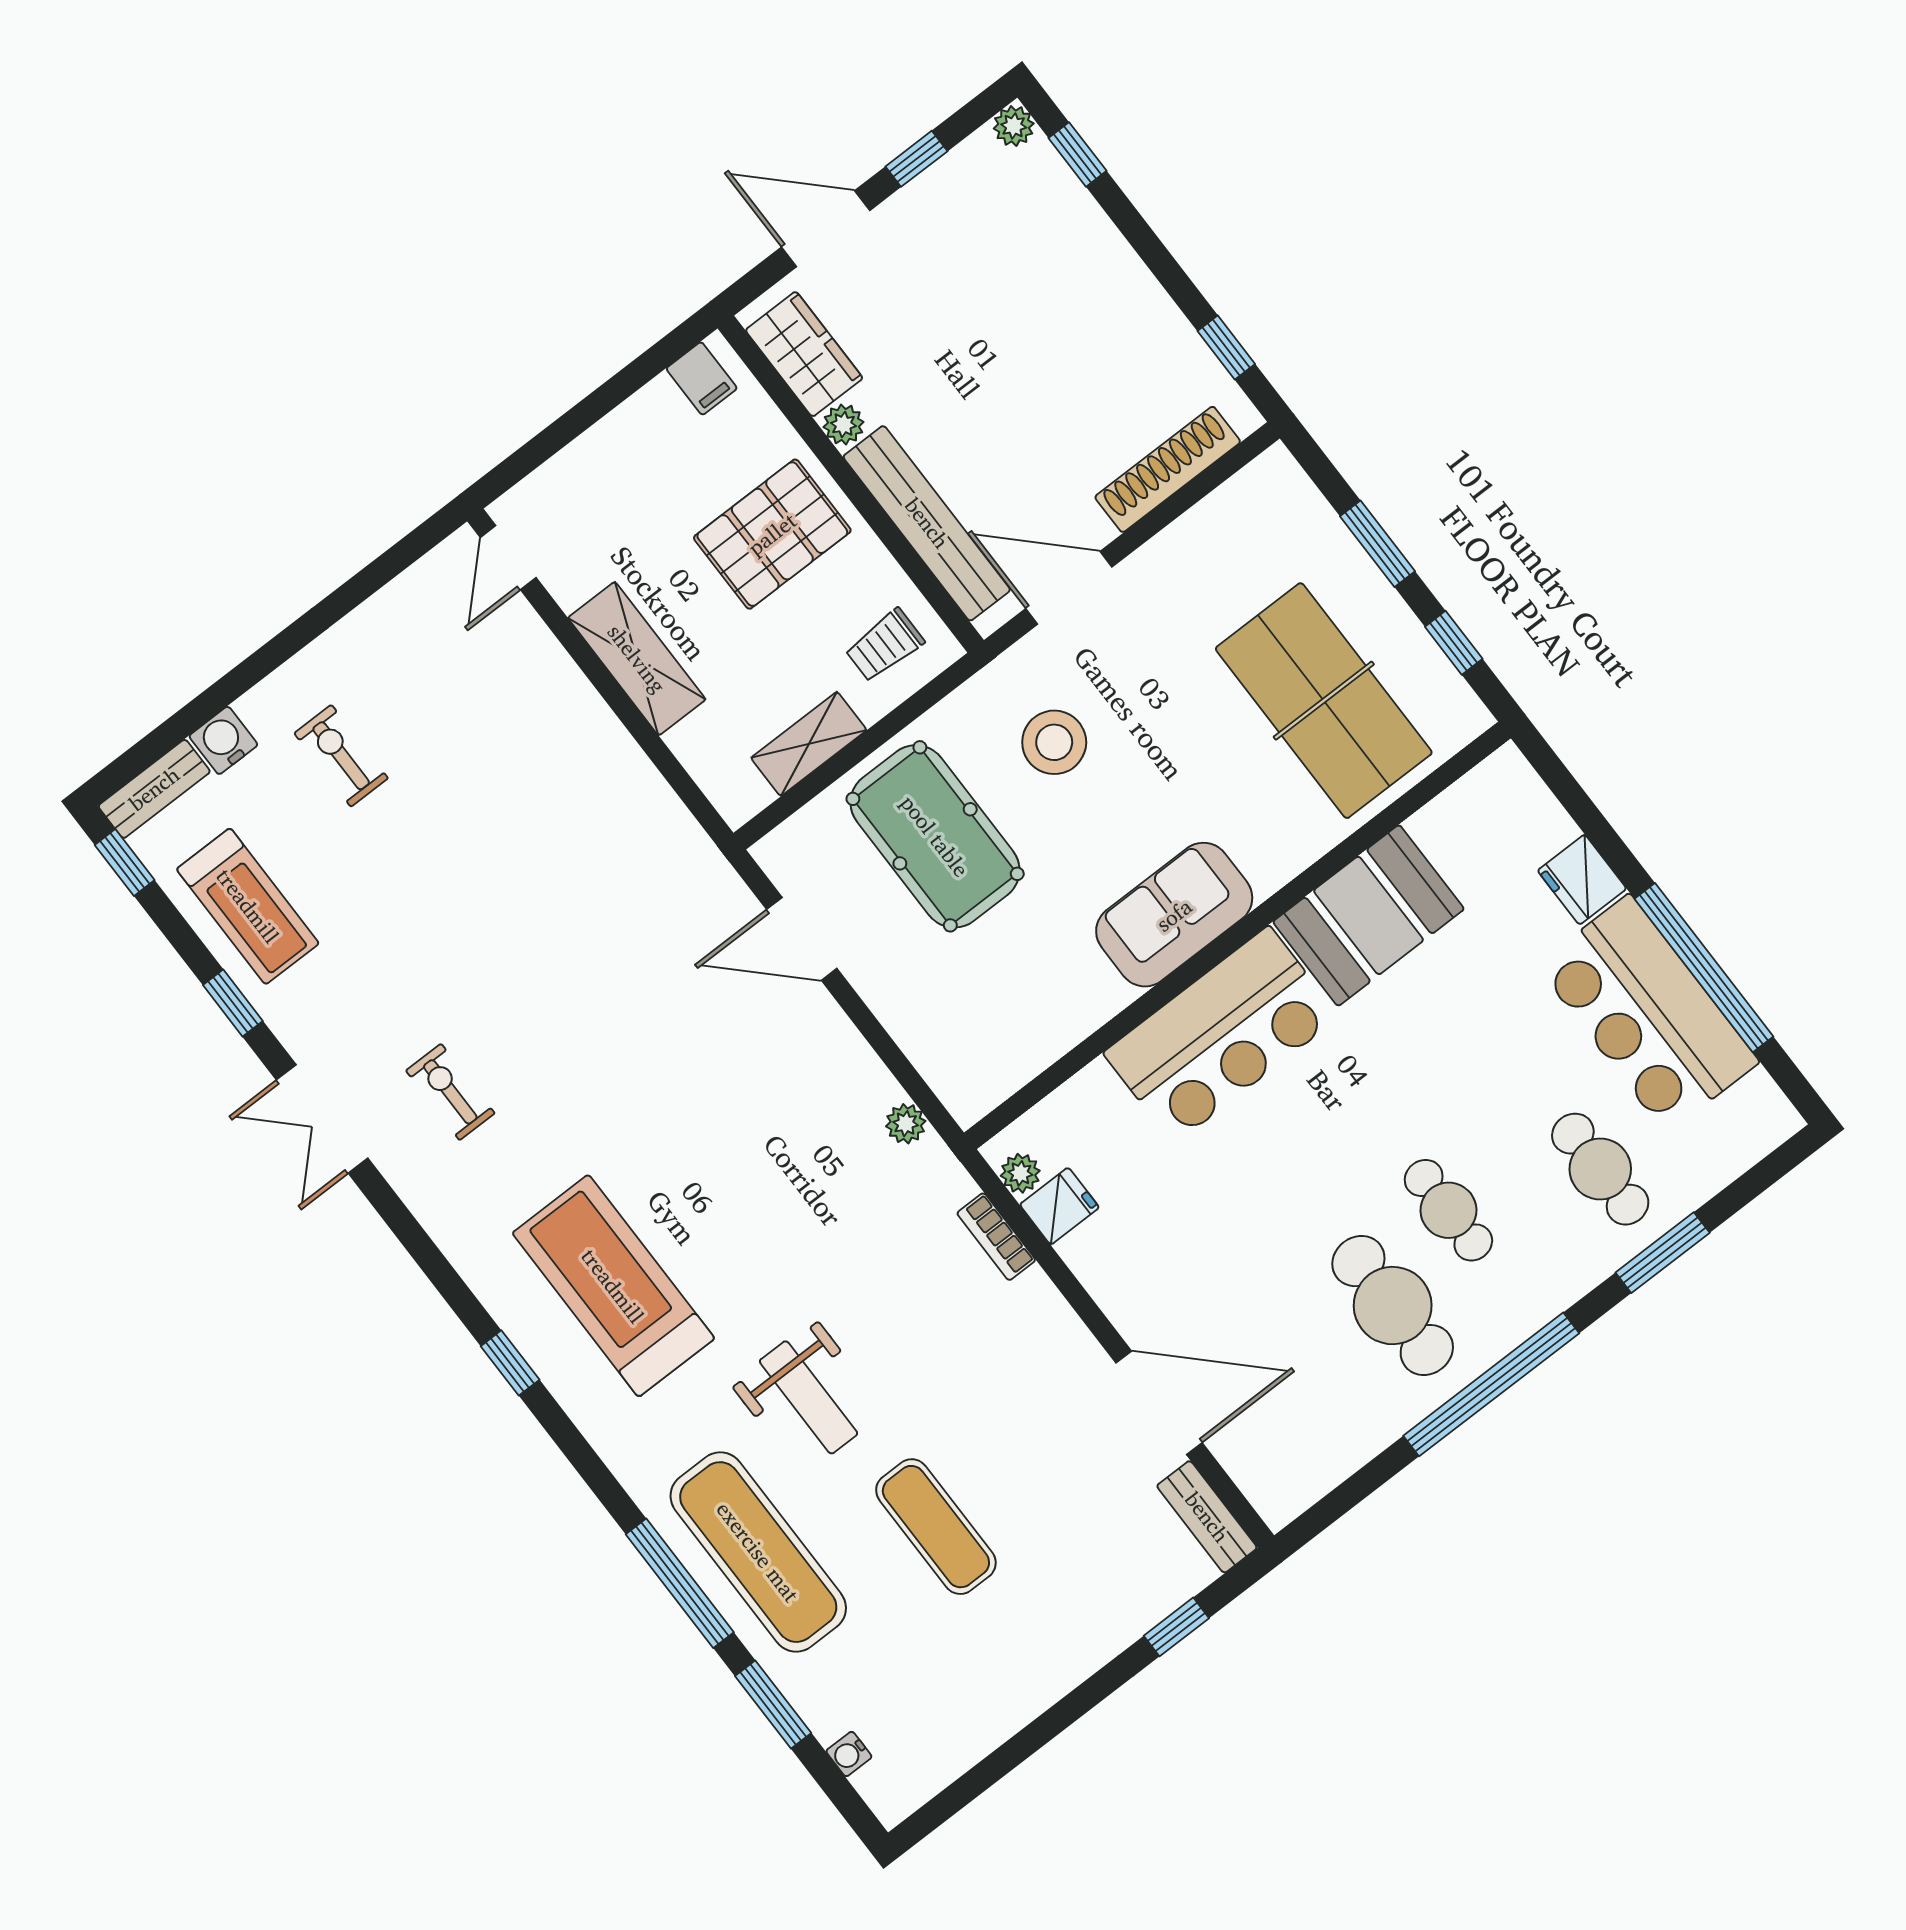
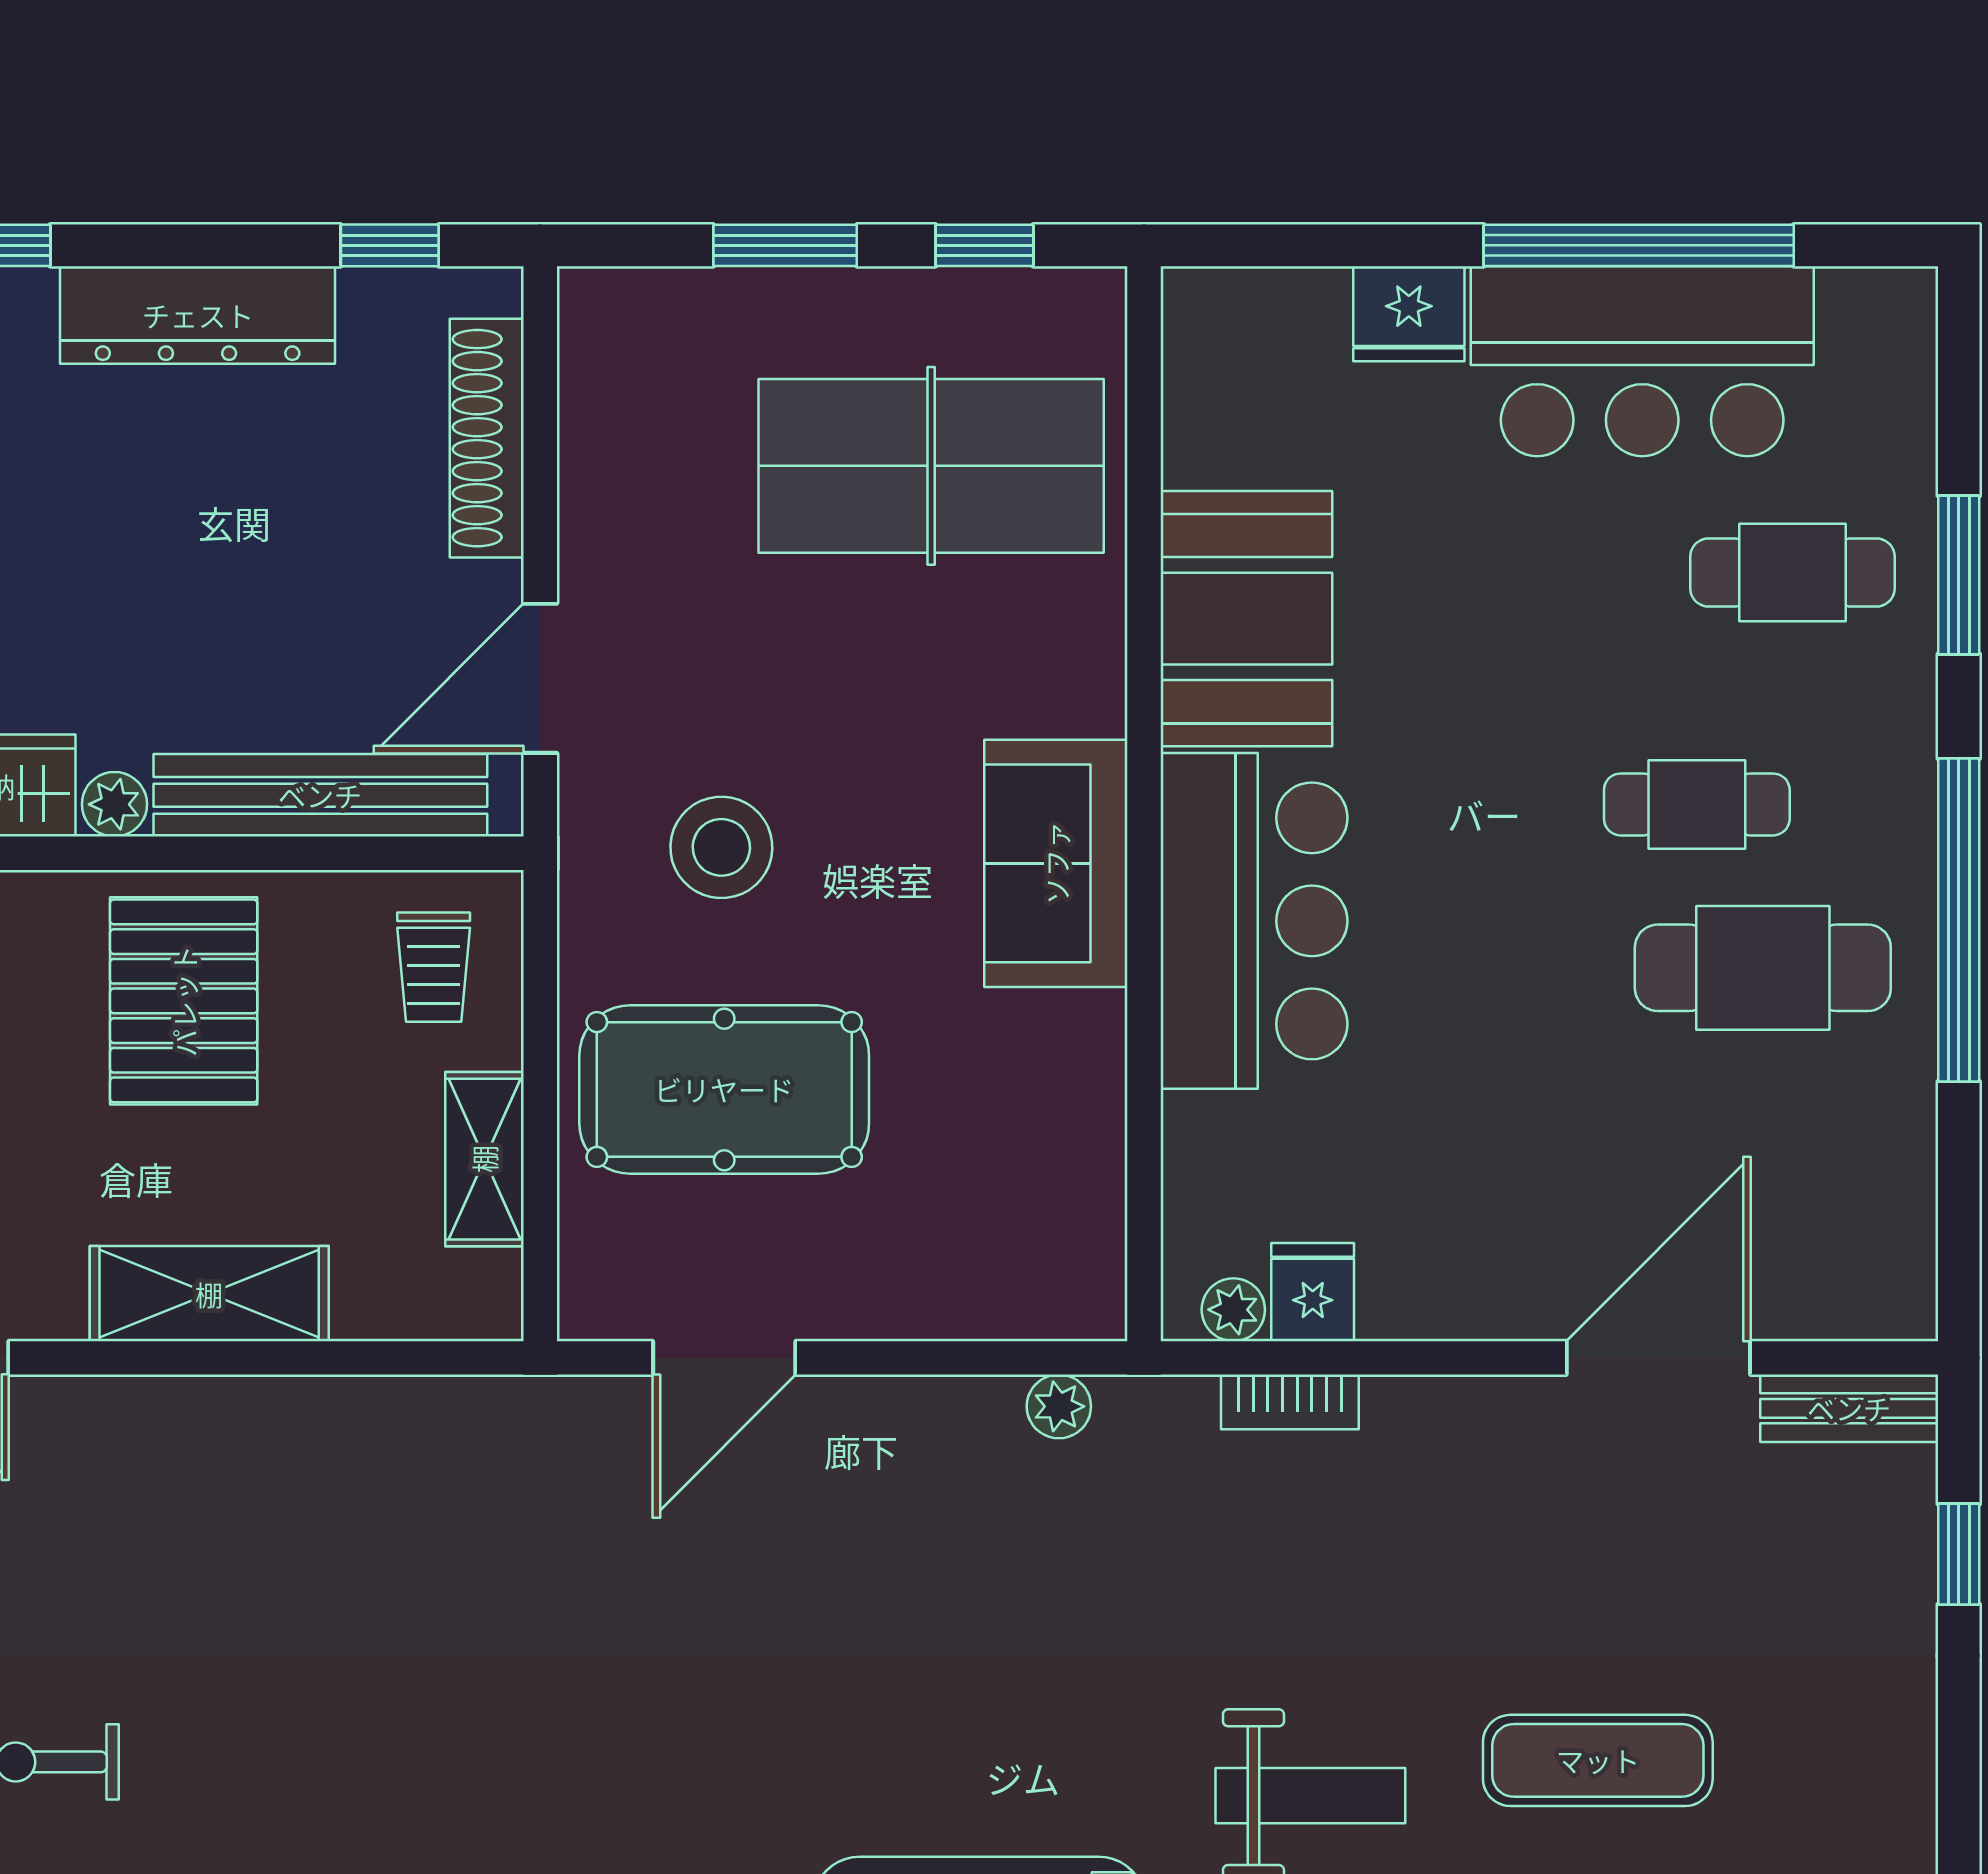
dresser: (1118, 279) -> (198, 315), added

